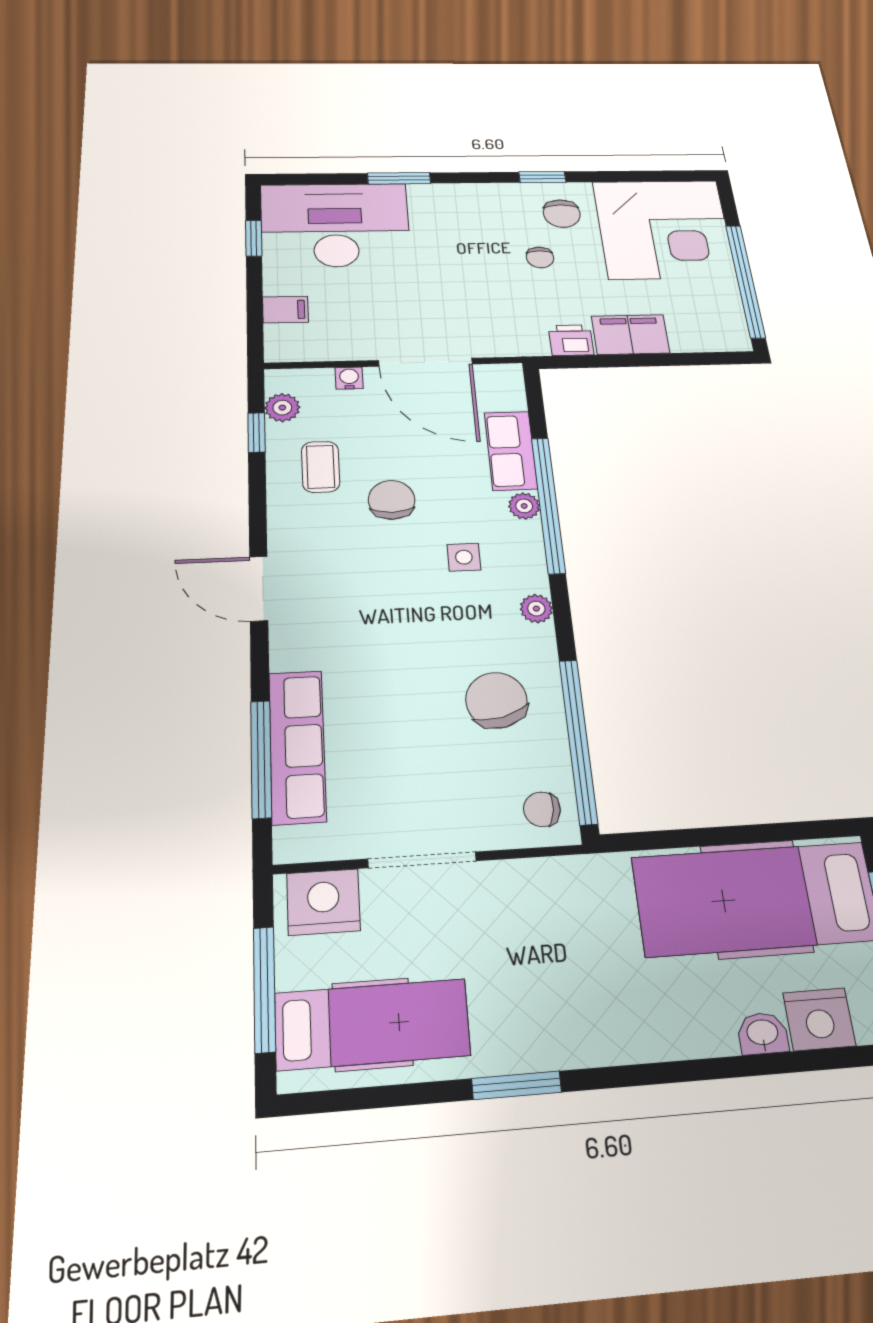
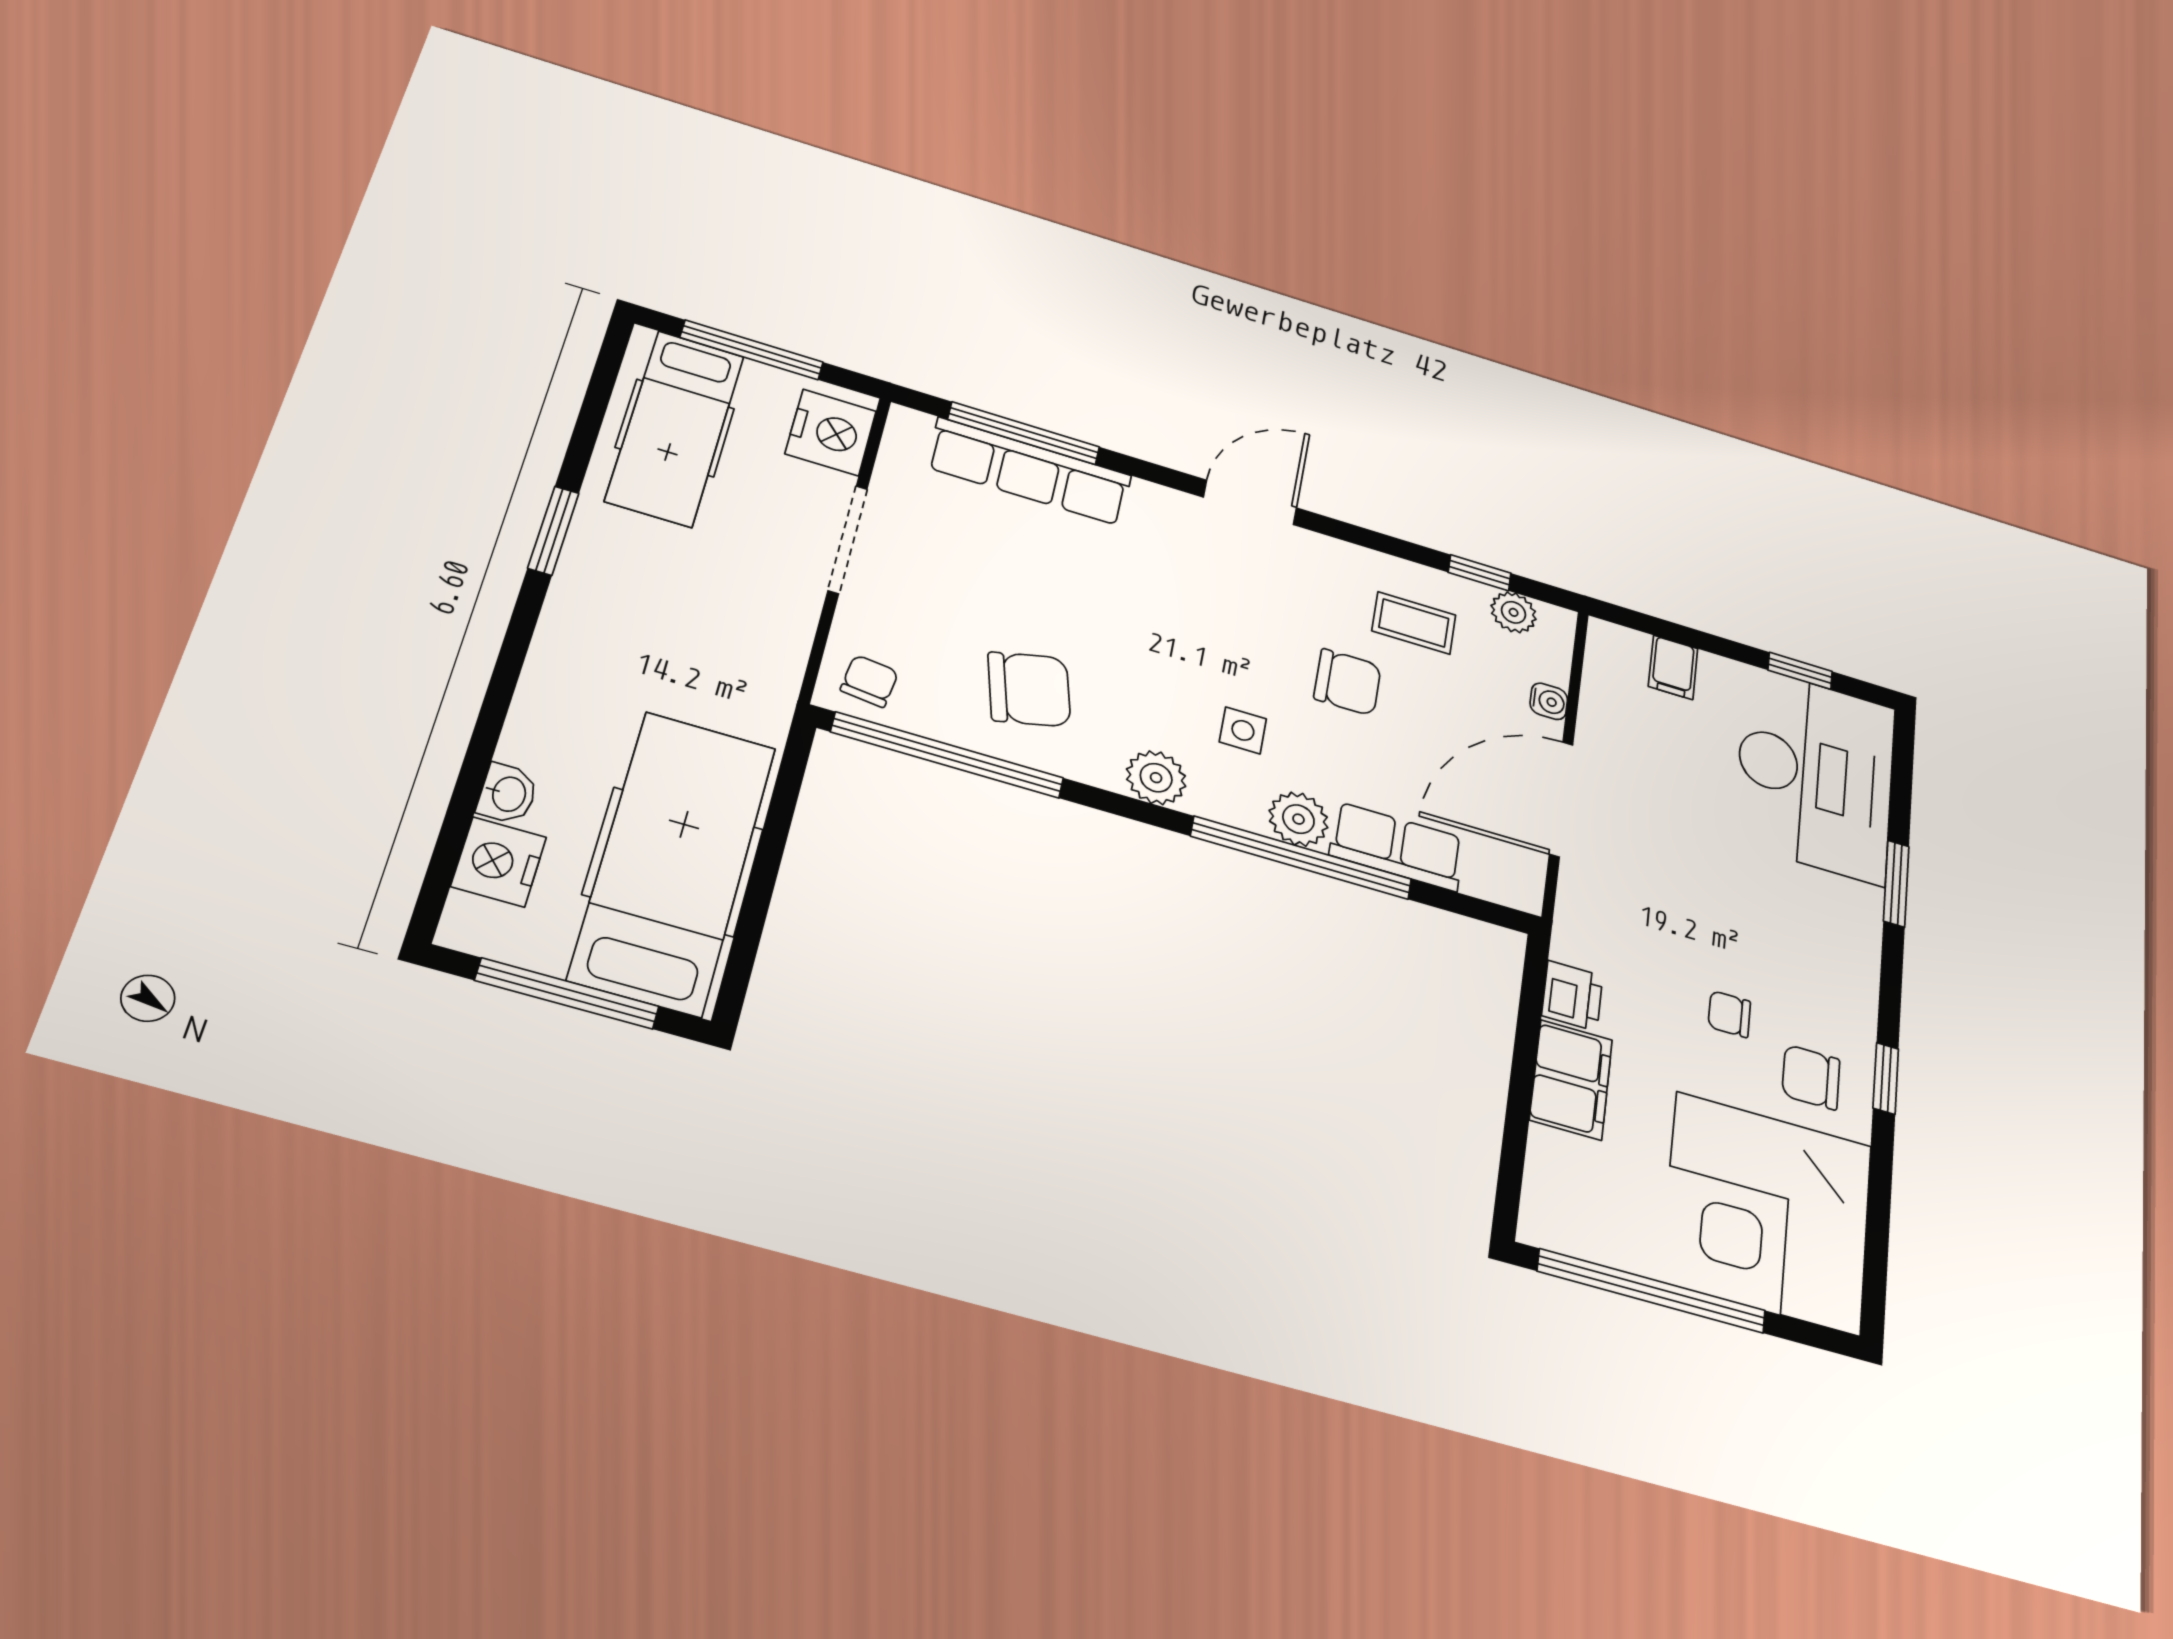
plant: (524, 506) -> (1298, 819), width x1.38, depth x1.38
plant: (536, 609) -> (1156, 778), width x1.38, depth x1.38

